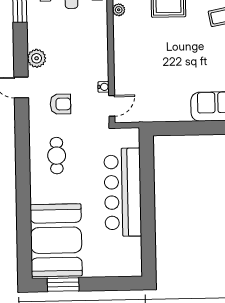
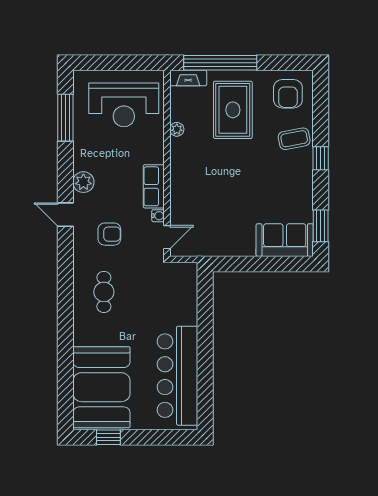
row of seats: (99, 61) -> (154, 186), added
bar counter: (123, 192) -> (178, 376), moved
window: (63, 285) -> (108, 437), width x0.67

